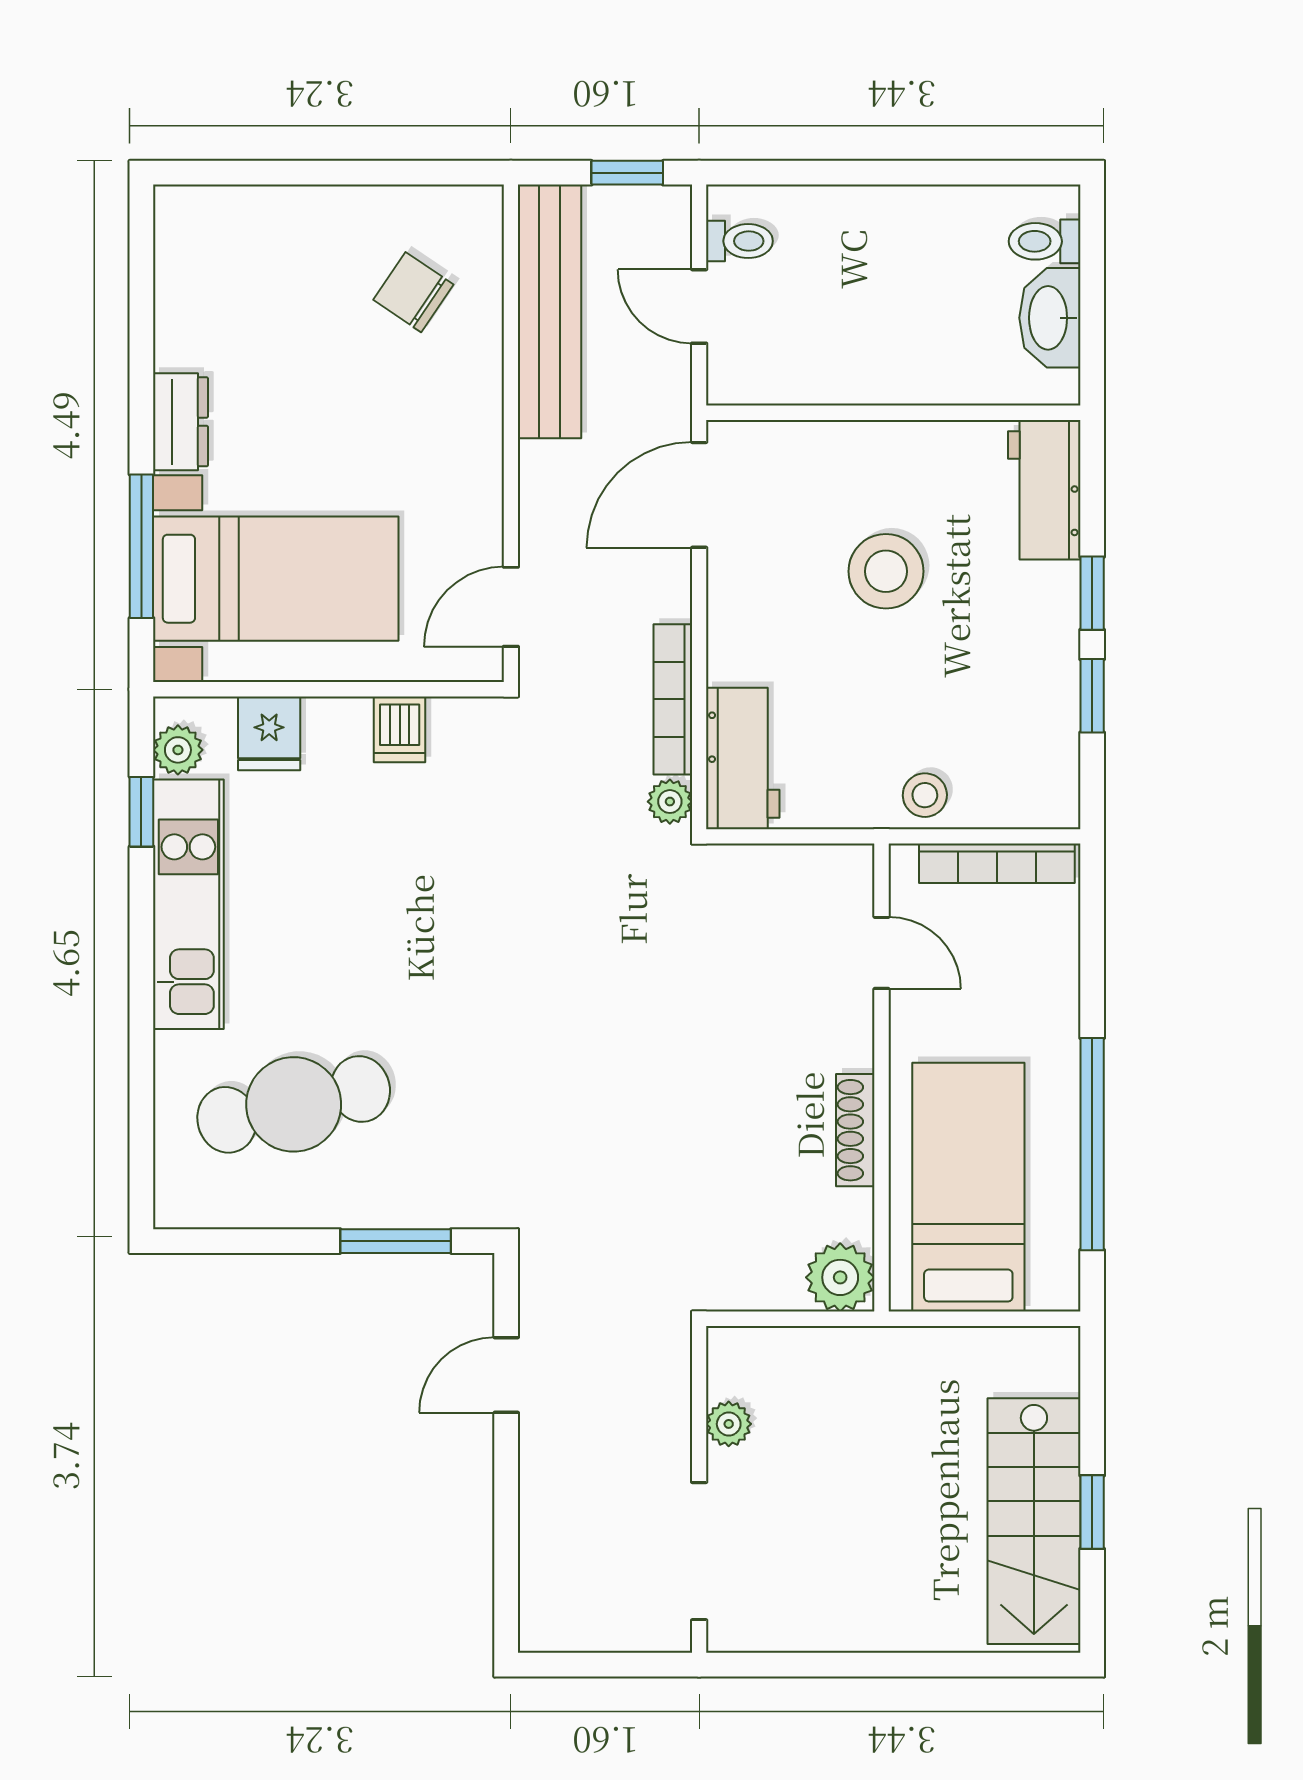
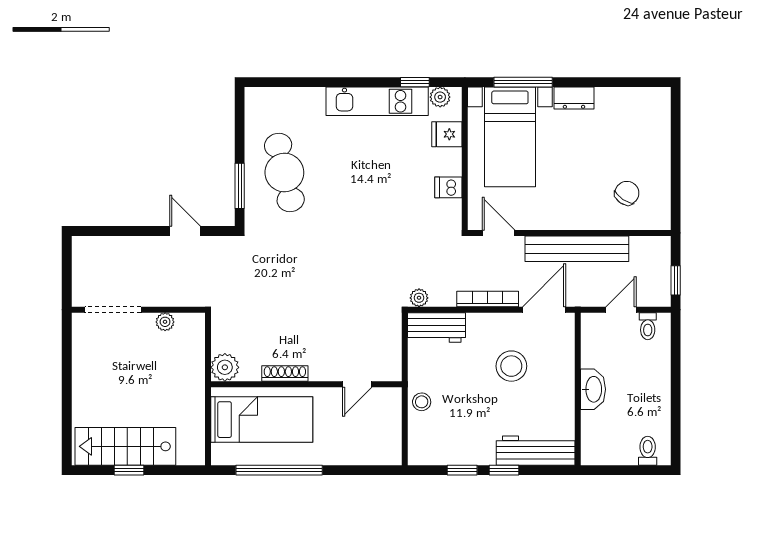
bench: (549, 311) -> (577, 249), moved
washbasin: (1050, 318) -> (593, 389), moved, turned 90
workbench: (1044, 490) -> (536, 451), width x1.38
door: (699, 495) -> (544, 310), hinge flipped
stool: (886, 571) -> (511, 366), moved
bookcase: (673, 699) -> (488, 299), moved
bookcase: (997, 863) -> (394, 431), removed
cafe table: (294, 1104) -> (284, 173), moved

